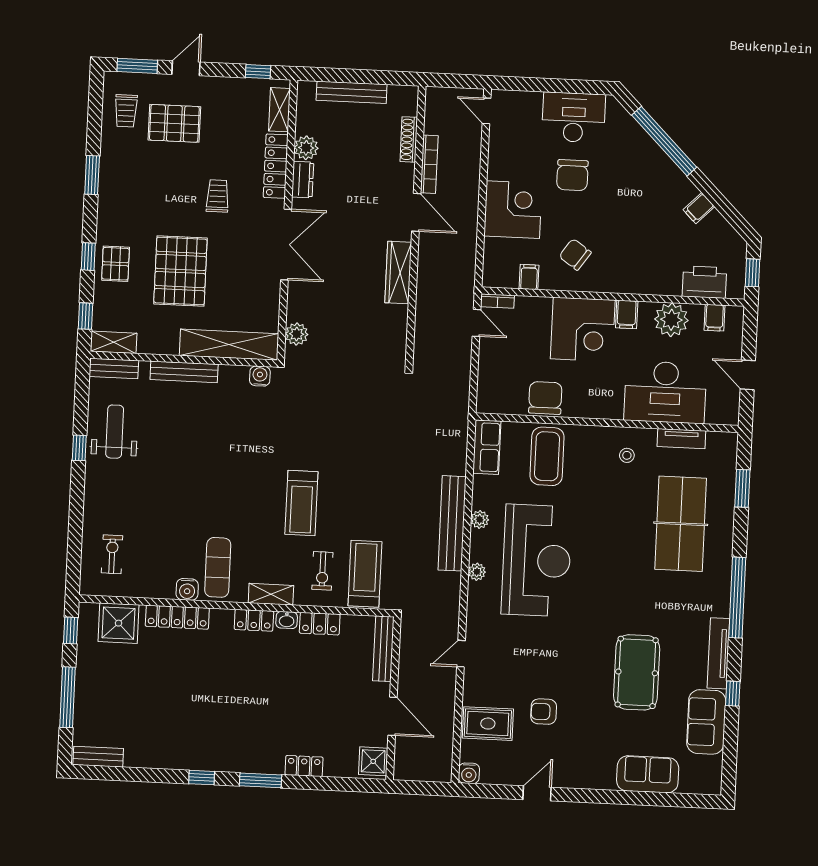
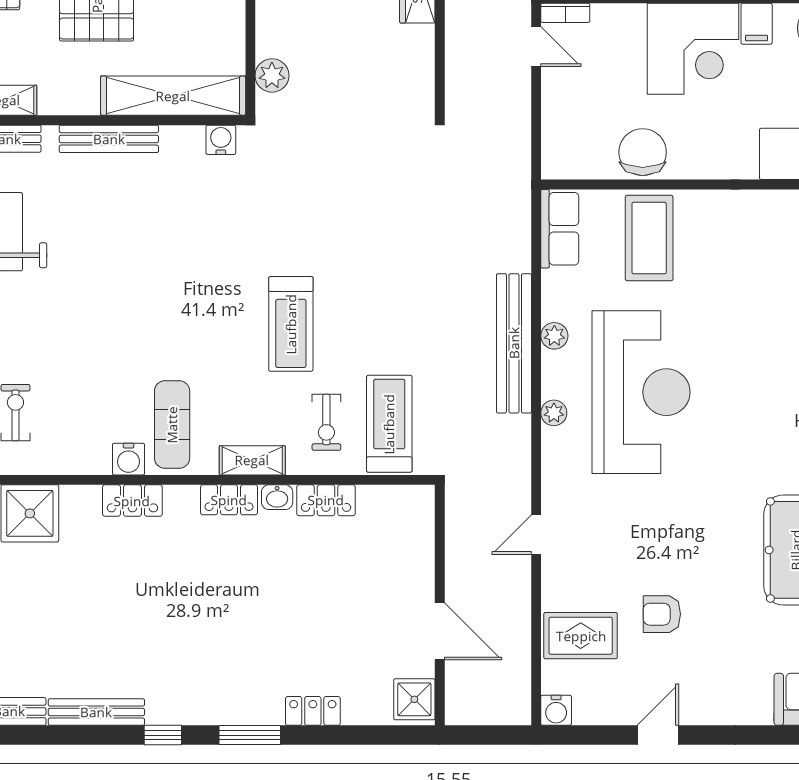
stool: (627, 455) -> (767, 231), removed
locker: (177, 617) -> (132, 501), width x0.66
bench: (383, 649) -> (96, 712), moved, turned 90

